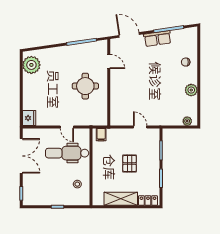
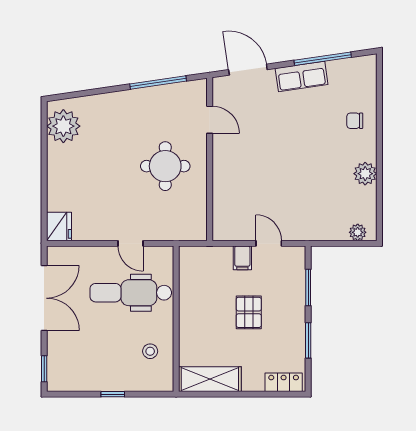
filing cabinet: (101, 135) -> (242, 258), moved
shelving: (121, 199) -> (210, 379), moved

